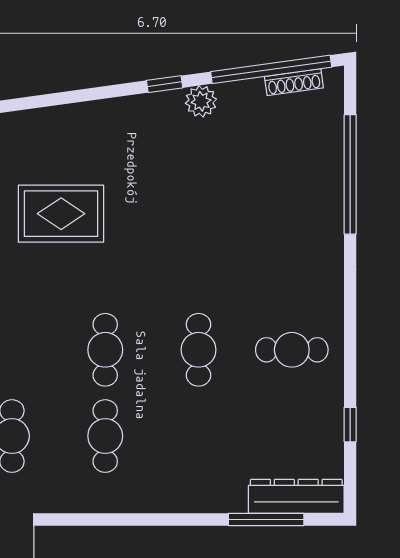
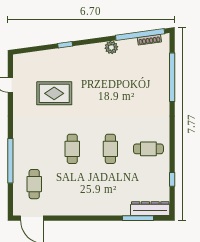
window: (165, 84) -> (65, 45), moved
cafe table: (105, 436) -> (72, 184), removed

